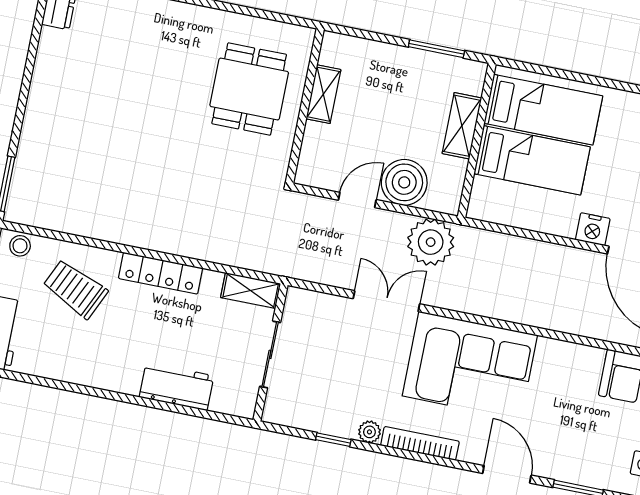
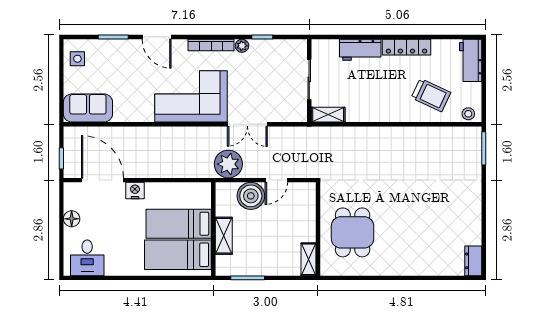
shelving: (323, 94) -> (308, 259), moved
locker: (161, 273) -> (406, 47), moved, turned 180

